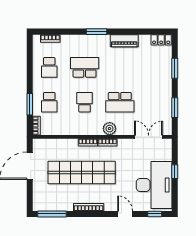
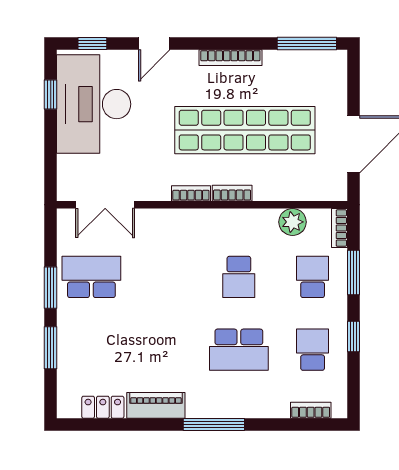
window: (96, 32) -> (214, 424), width x1.44
locker: (161, 40) -> (103, 407), moved
window: (30, 74) -> (353, 337), added
school desk: (120, 102) -> (91, 277), moved
window: (175, 108) -> (51, 288), moved
plant: (110, 129) -> (293, 222), moved
window: (175, 172) -> (51, 94), moved
door: (125, 214) -> (154, 44), hinge flipped

